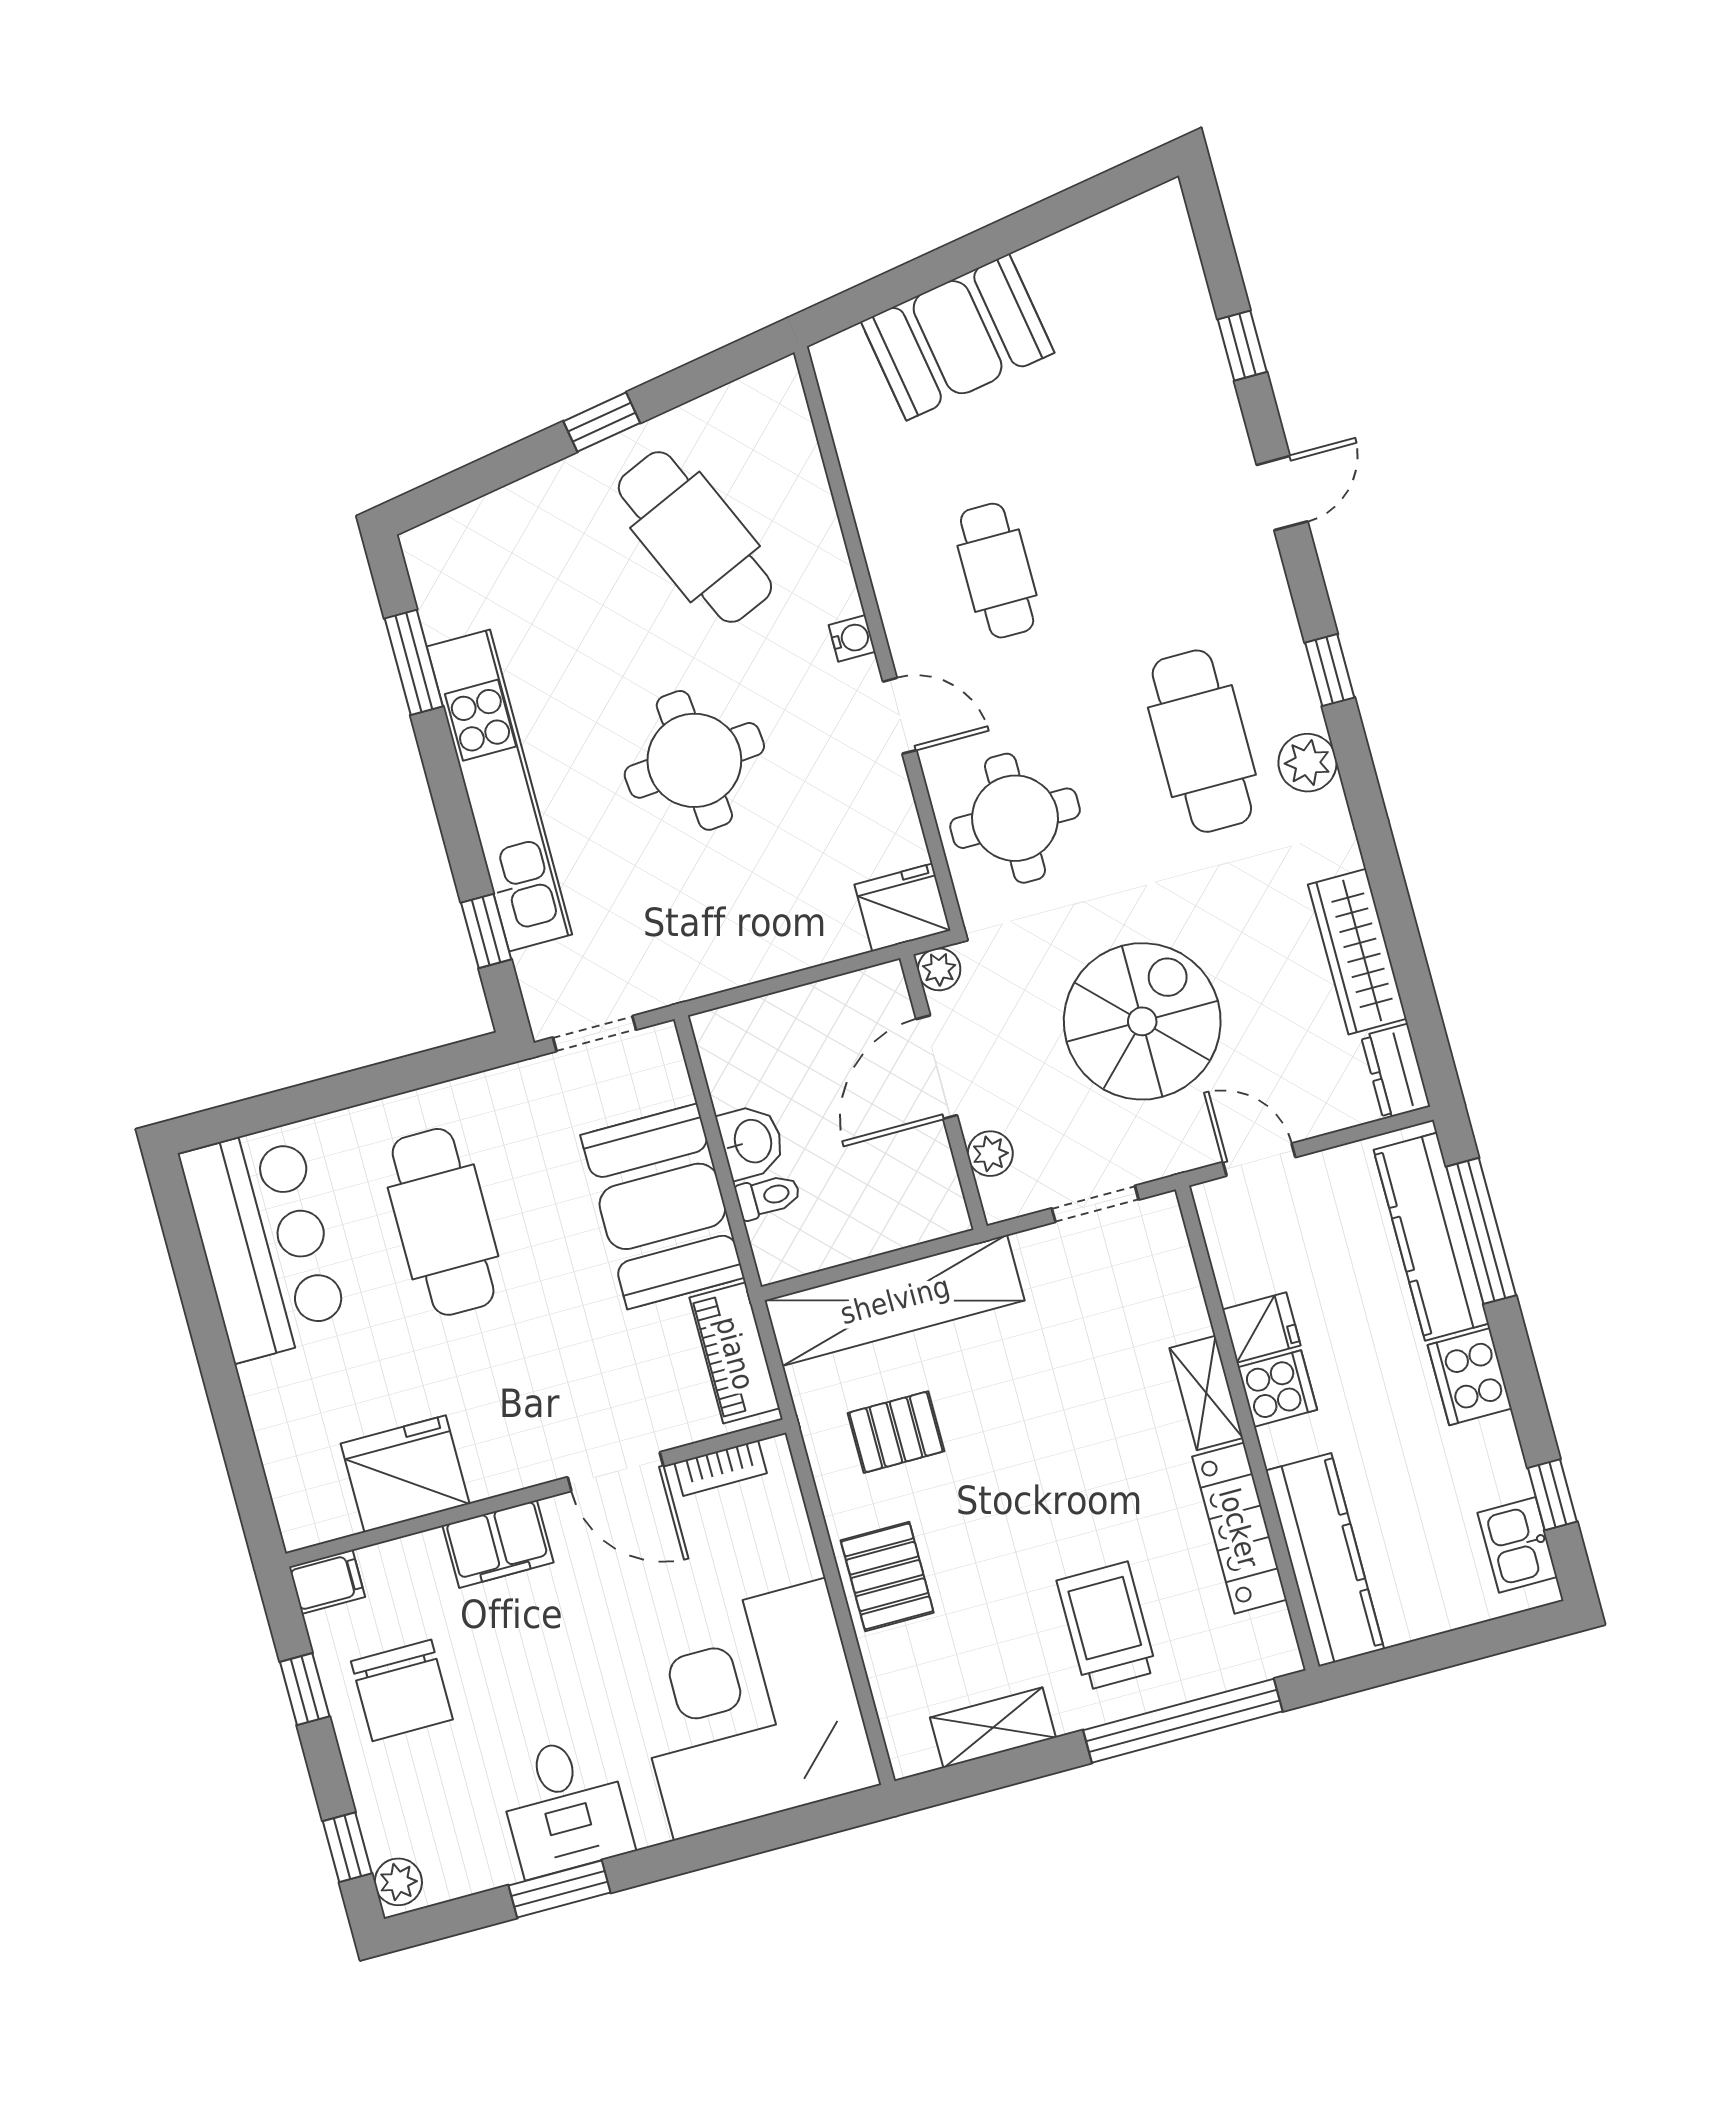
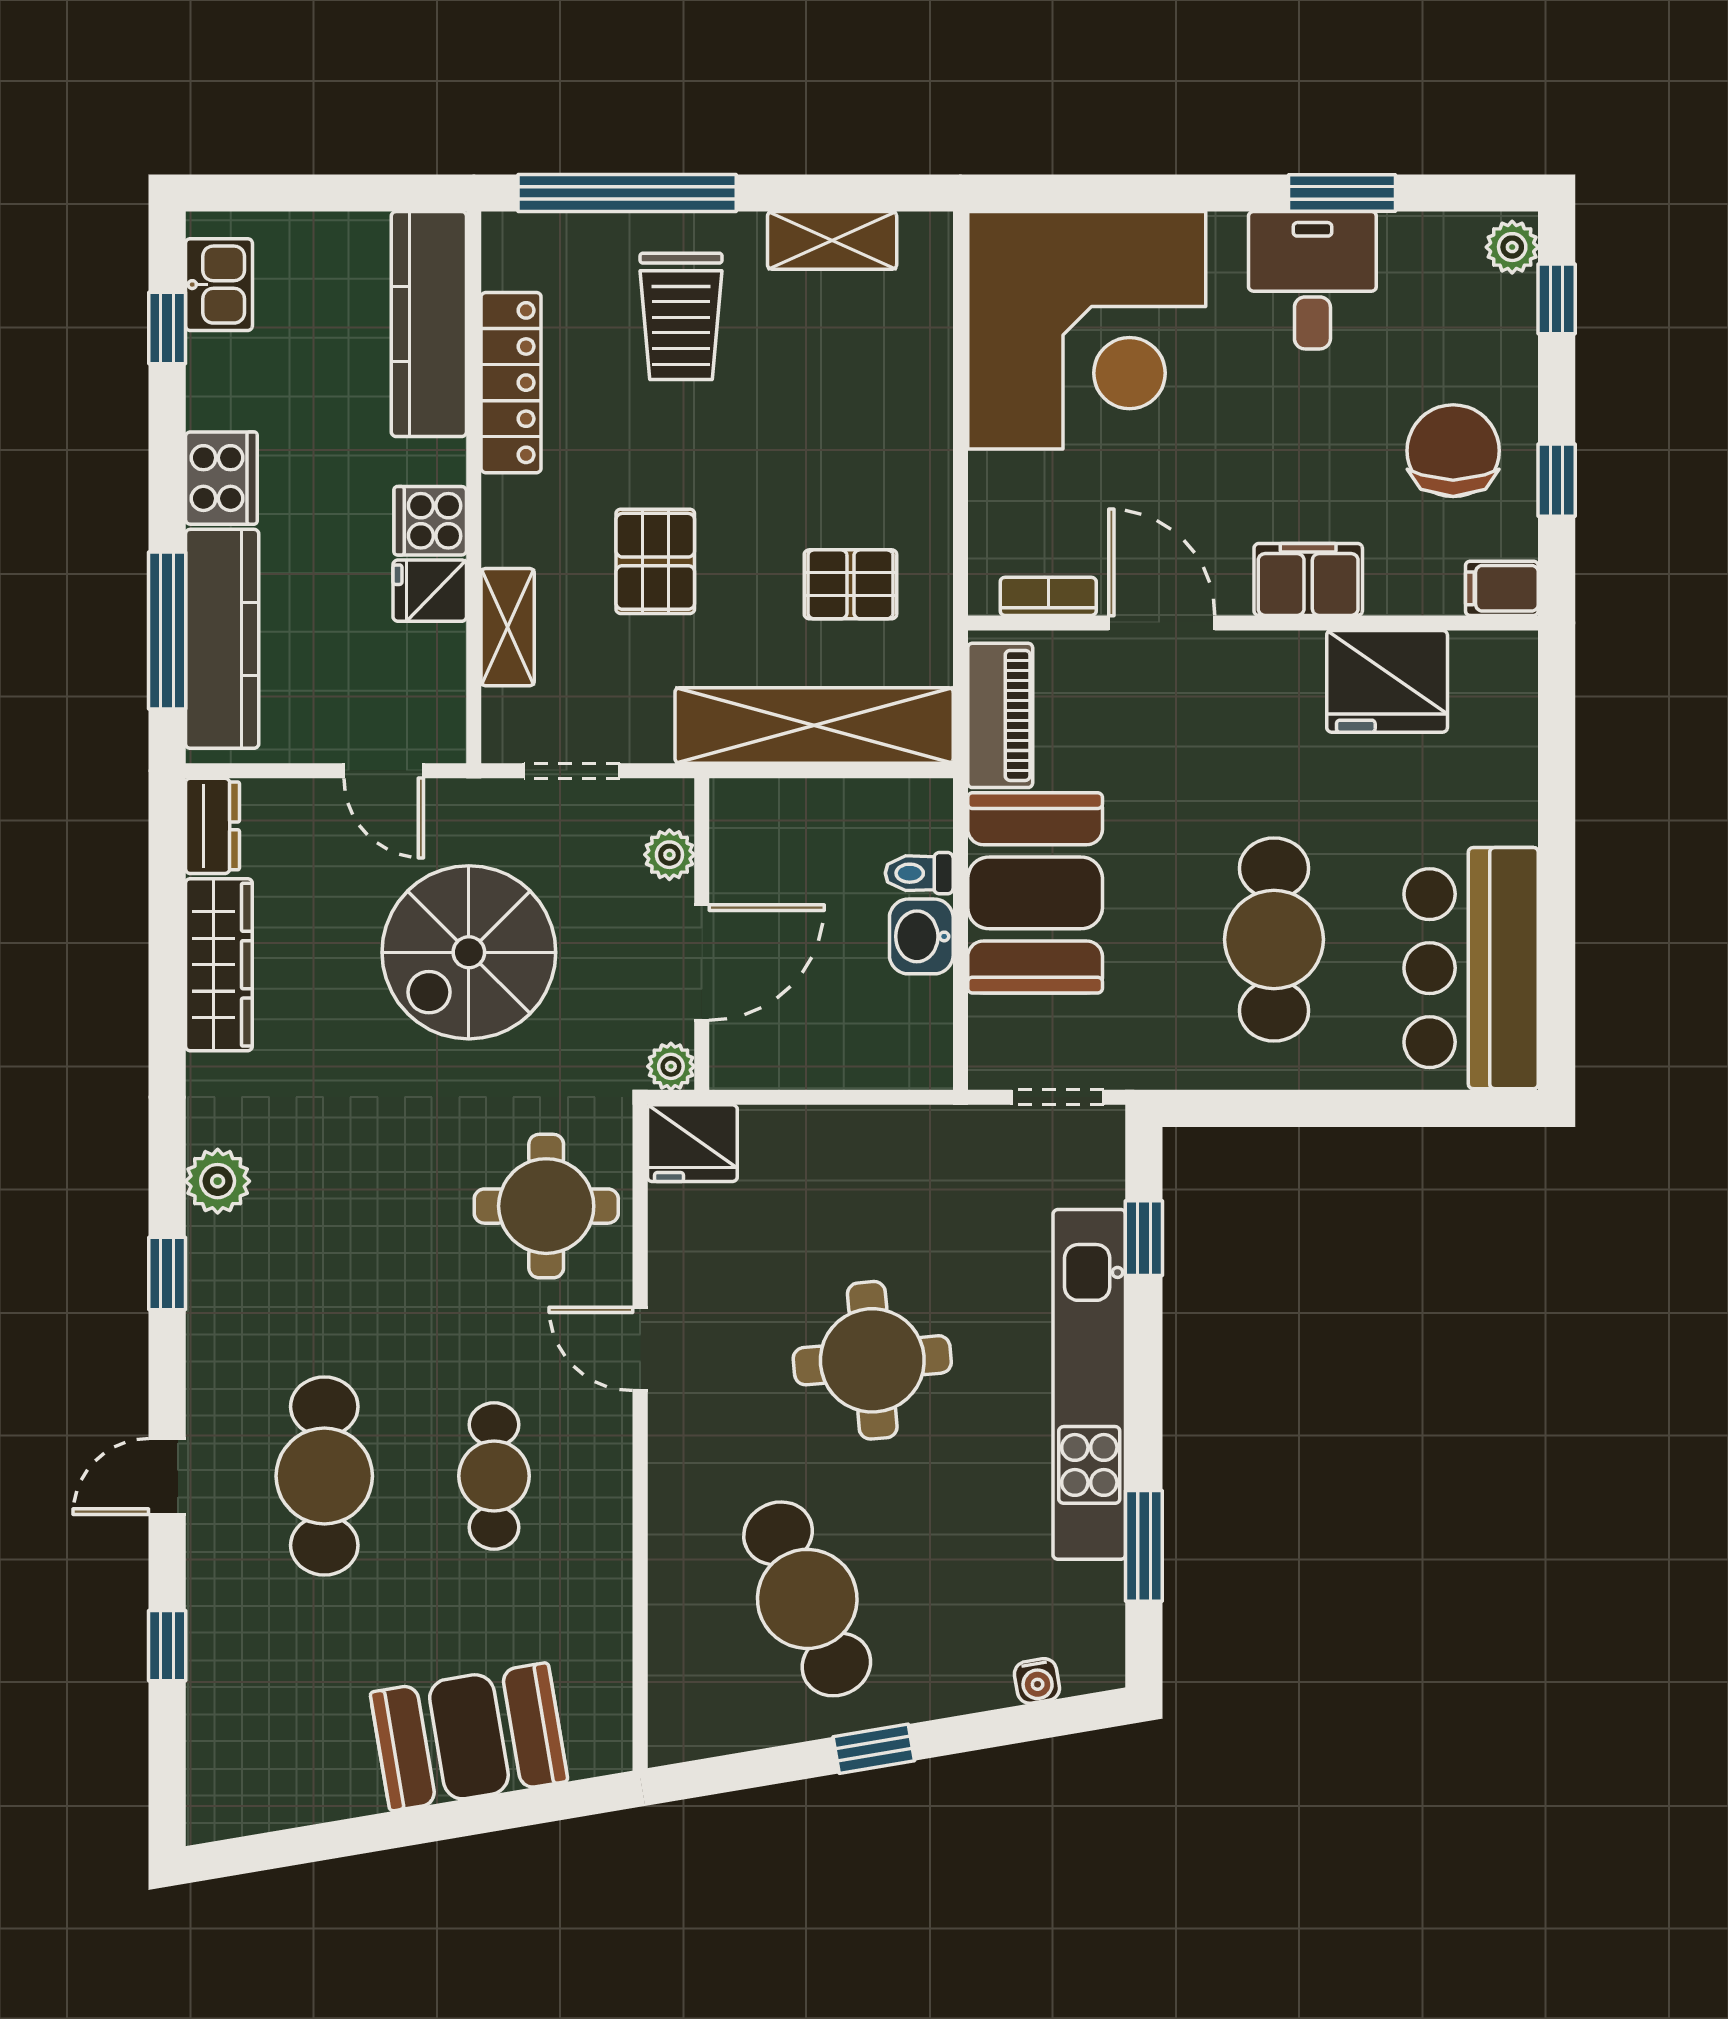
water cooler: (852, 638) -> (1037, 1681), moved, turned -100
cafe table: (1202, 741) -> (324, 1476), moved
shelving: (1206, 1393) -> (508, 627), moved
pallet: (887, 1576) -> (655, 561), moved

